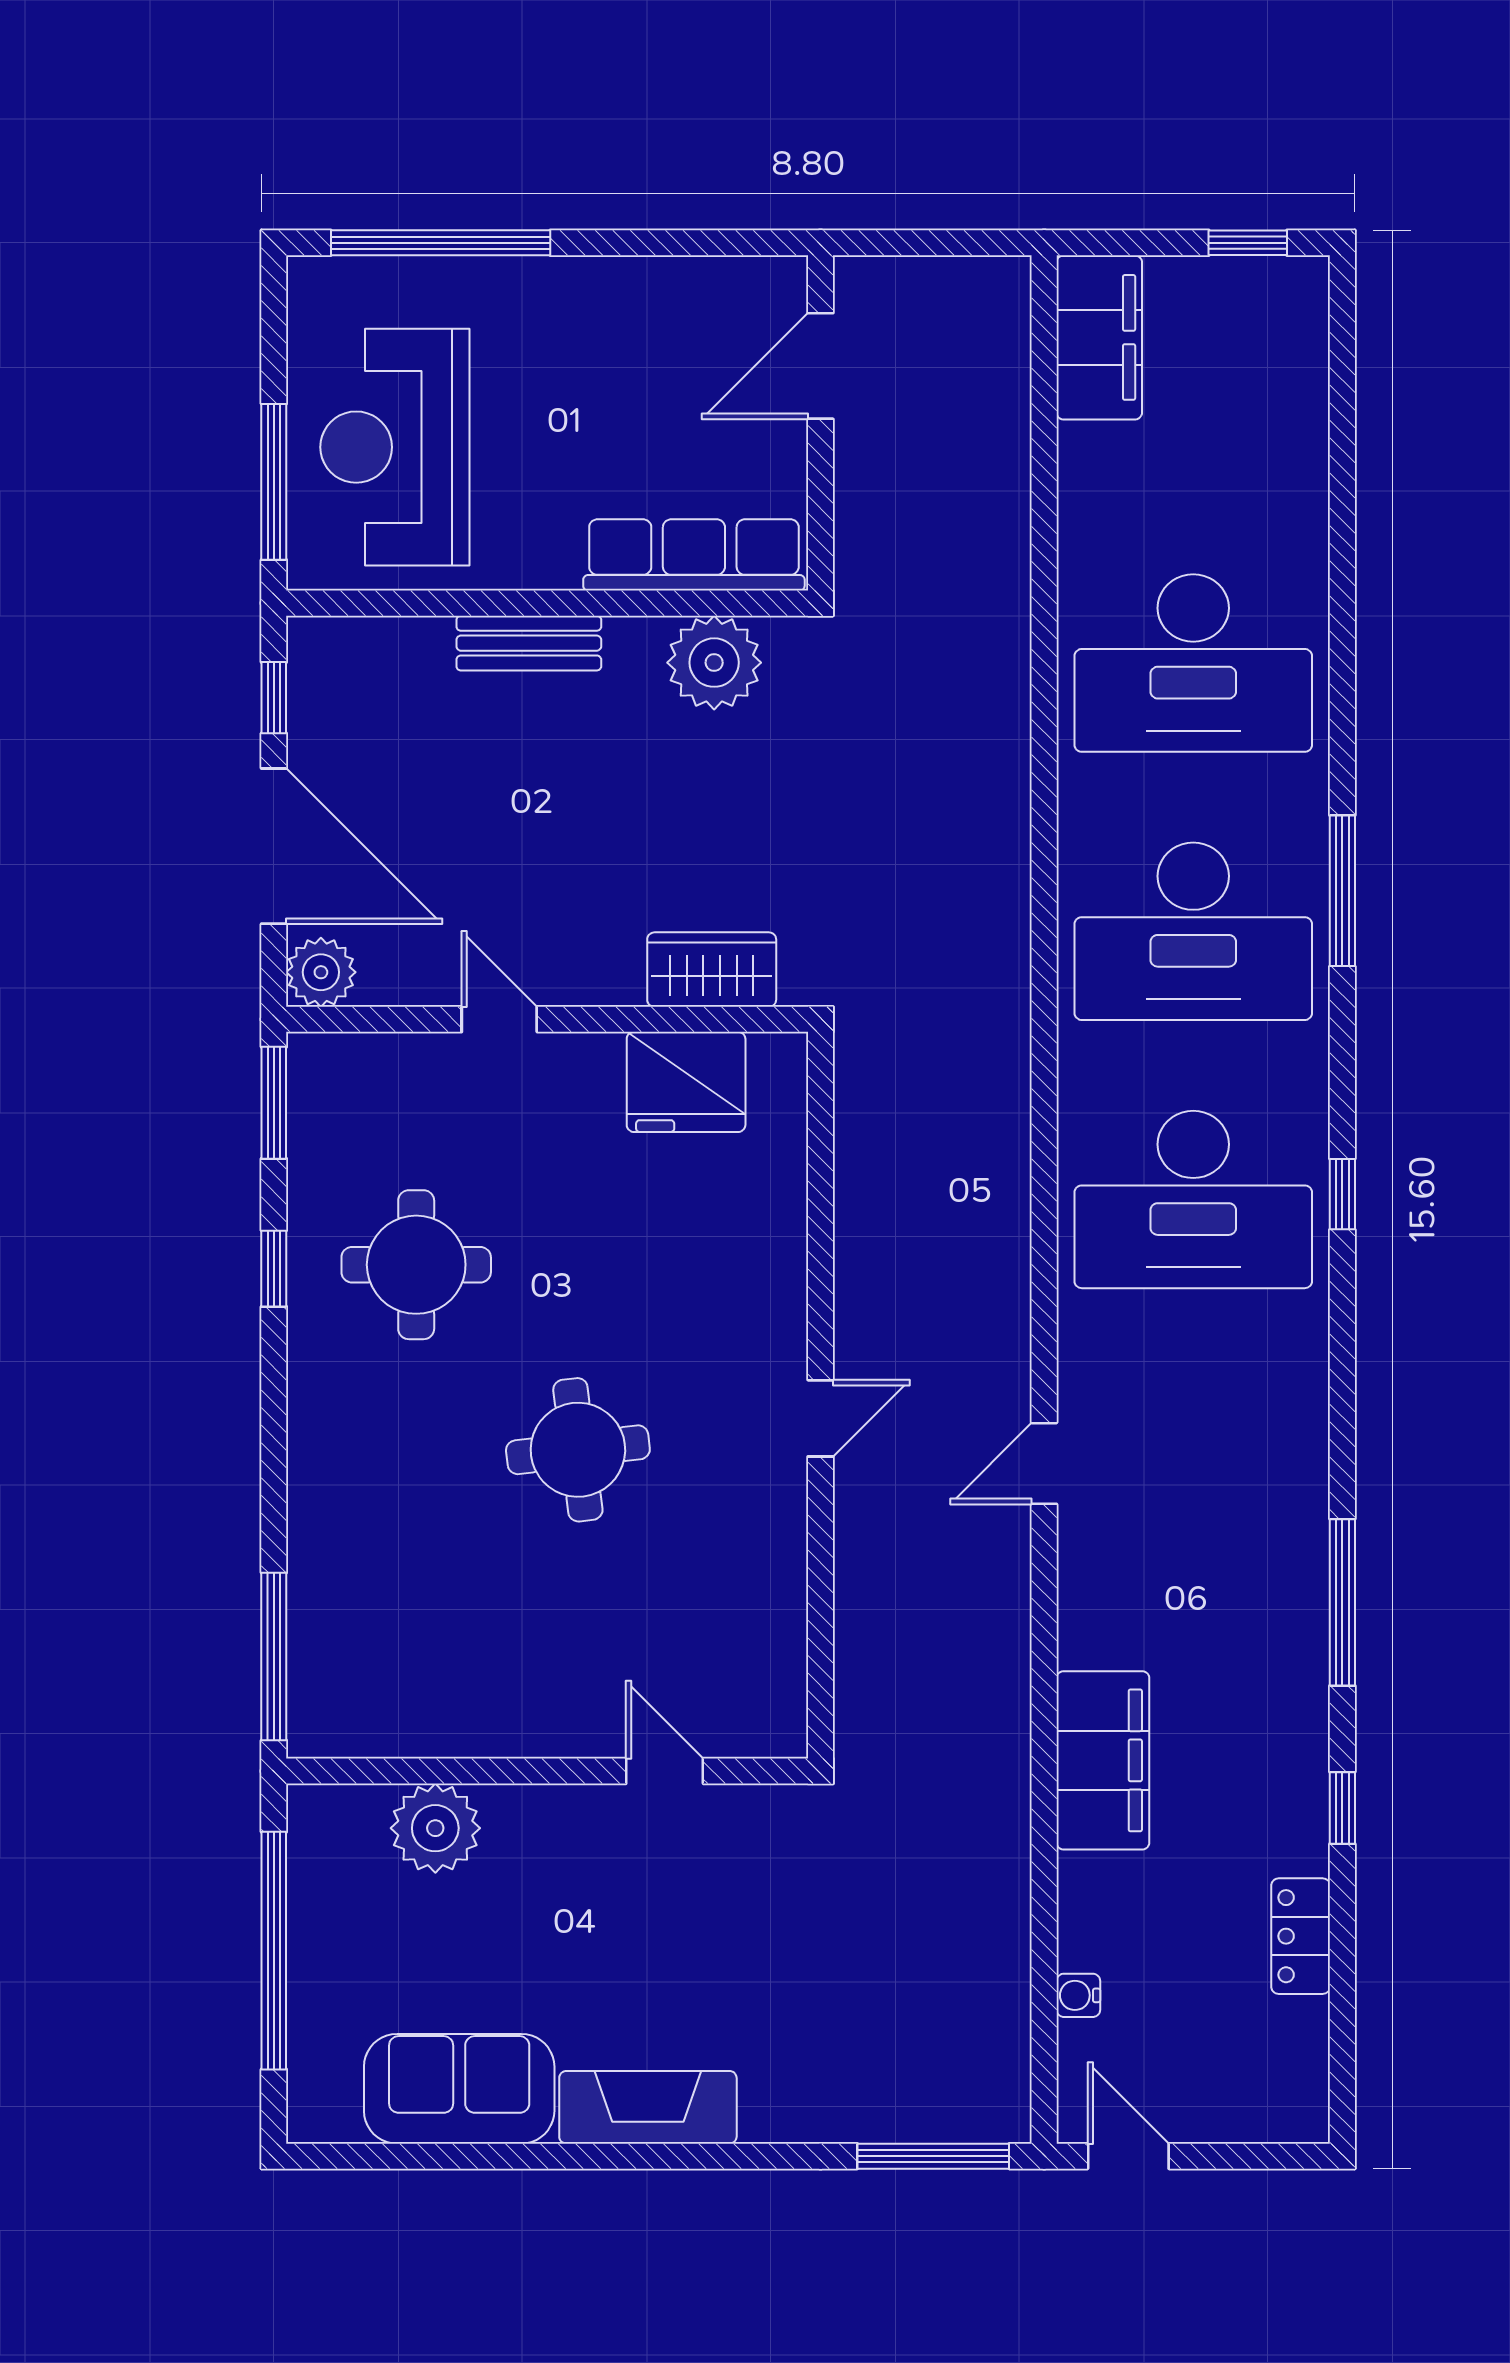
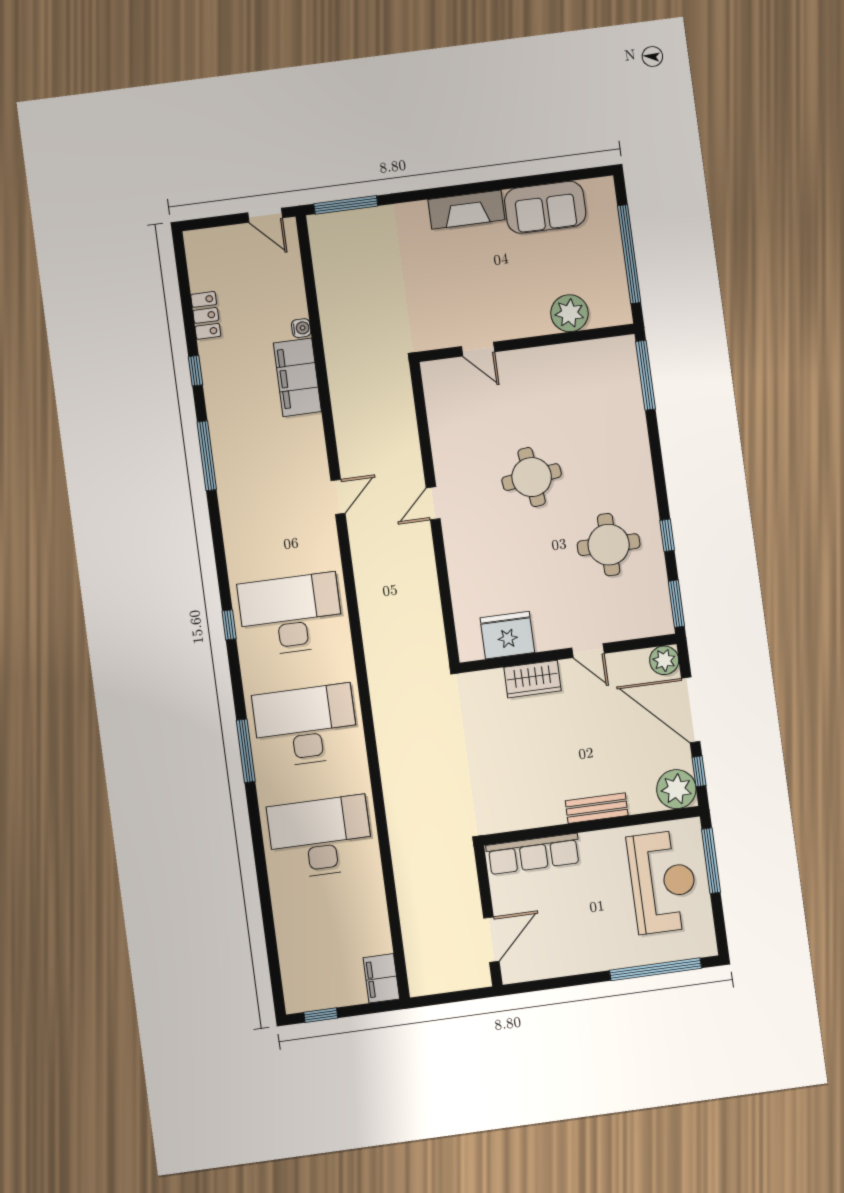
filing cabinet: (1099, 337) -> (381, 978), width x0.67, depth x0.86
plant: (714, 663) -> (676, 789), moved
wardrobe: (712, 970) -> (532, 679), moved
water cooler: (1078, 1995) -> (301, 328), moved

